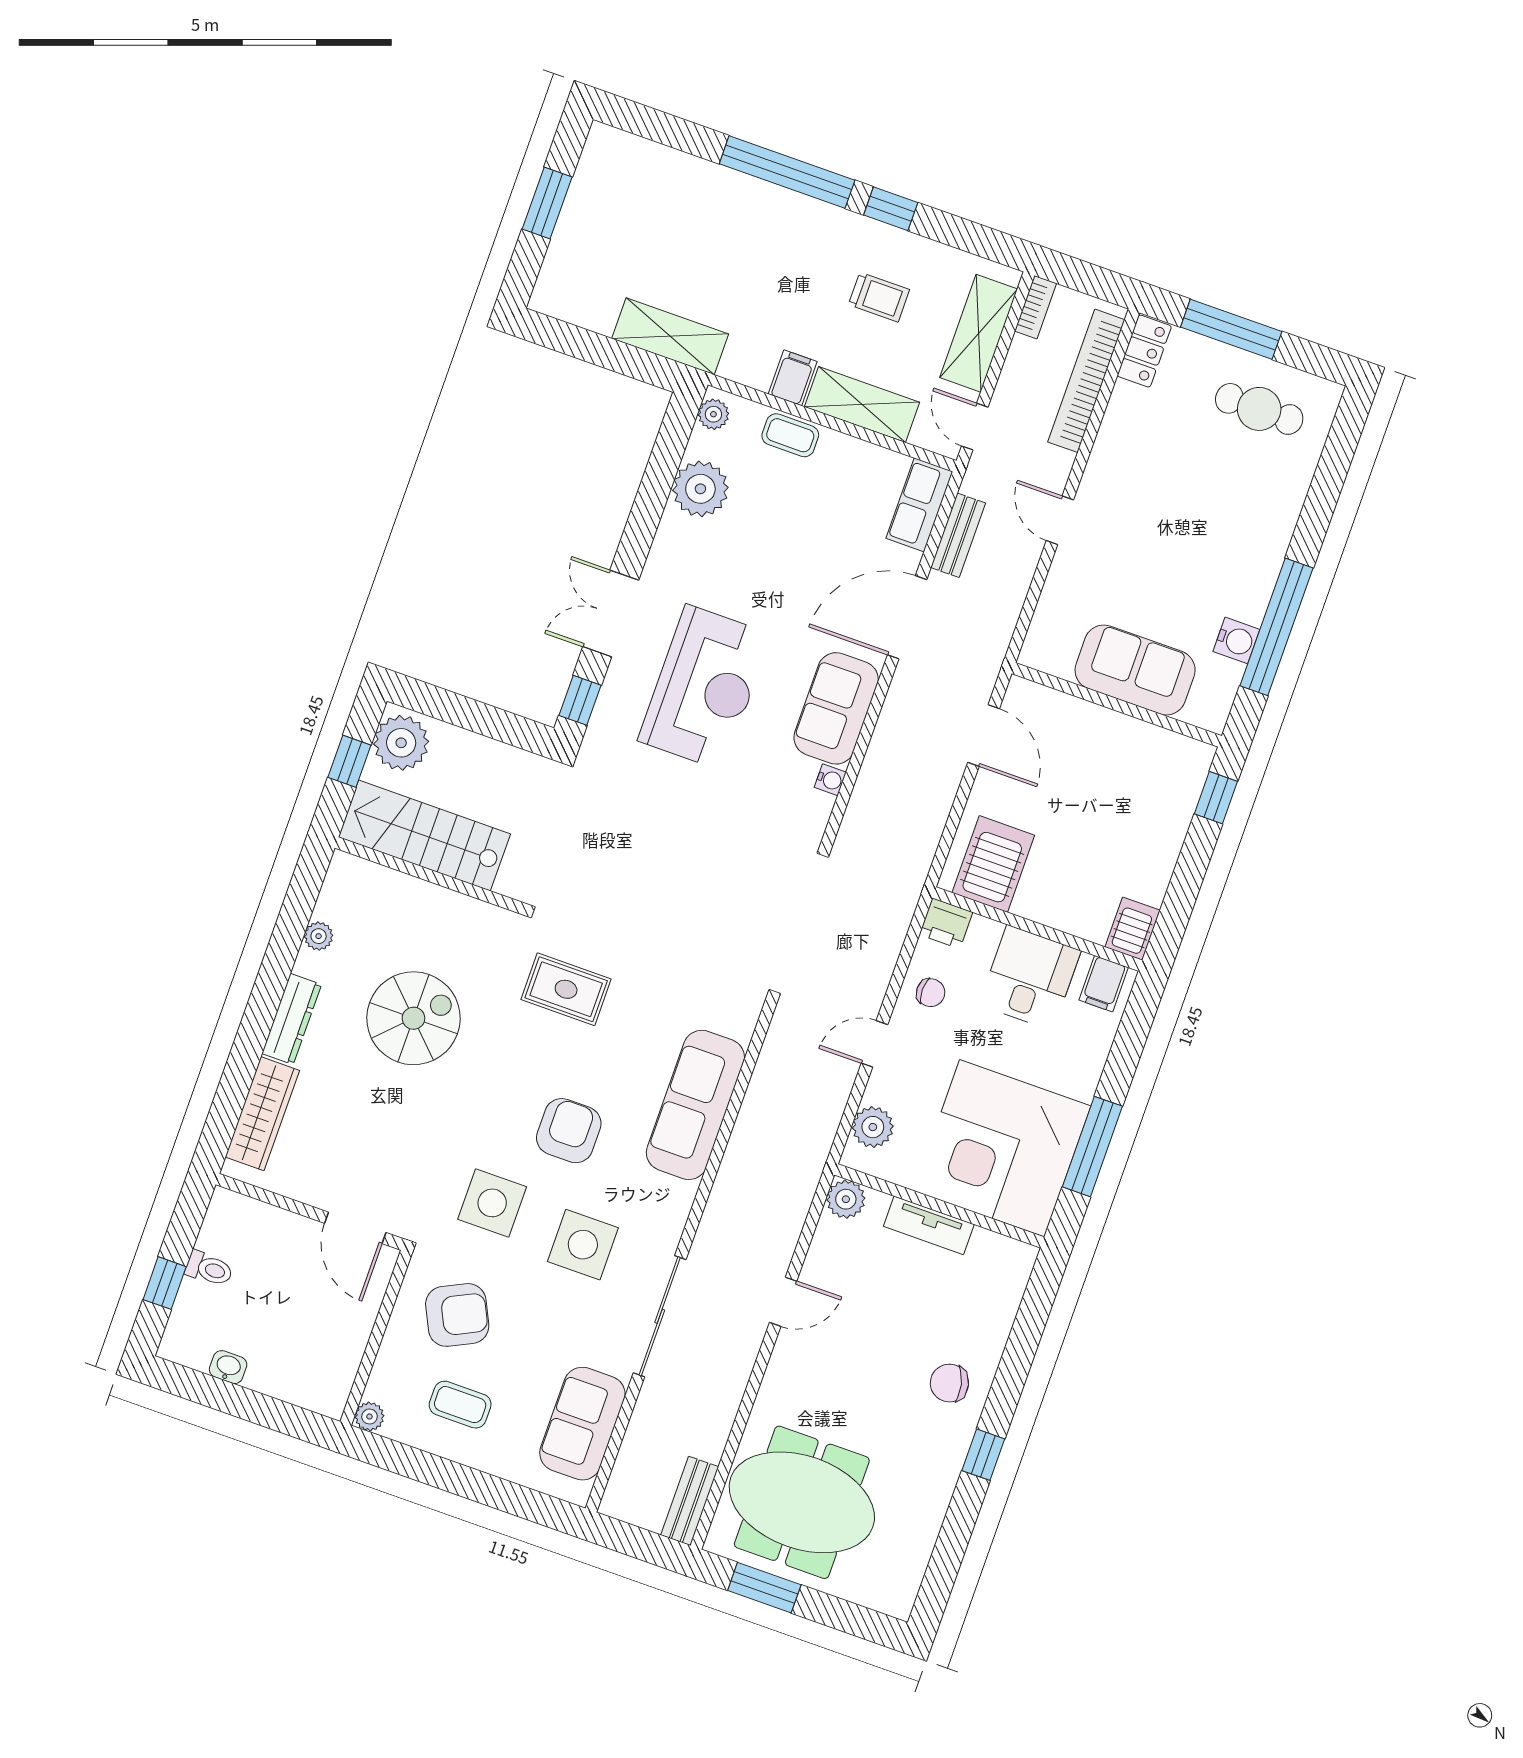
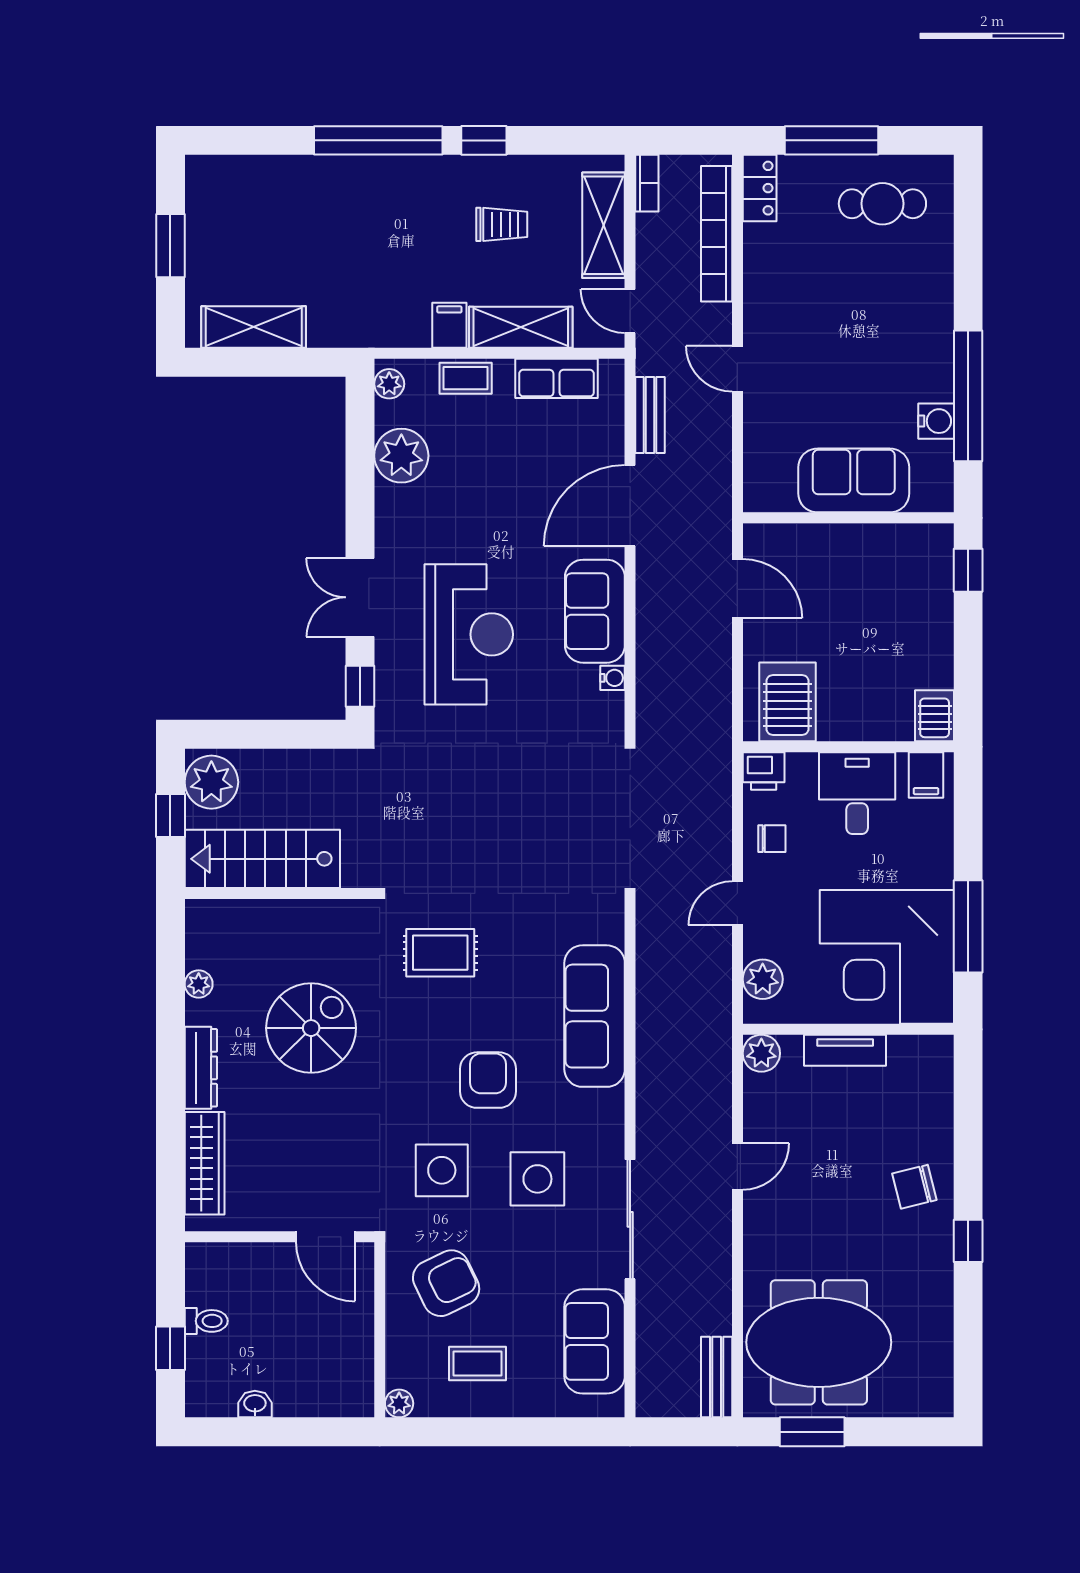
shelving: (670, 336) -> (254, 327), moved
row of seats: (919, 505) -> (556, 378), moved, turned -90

